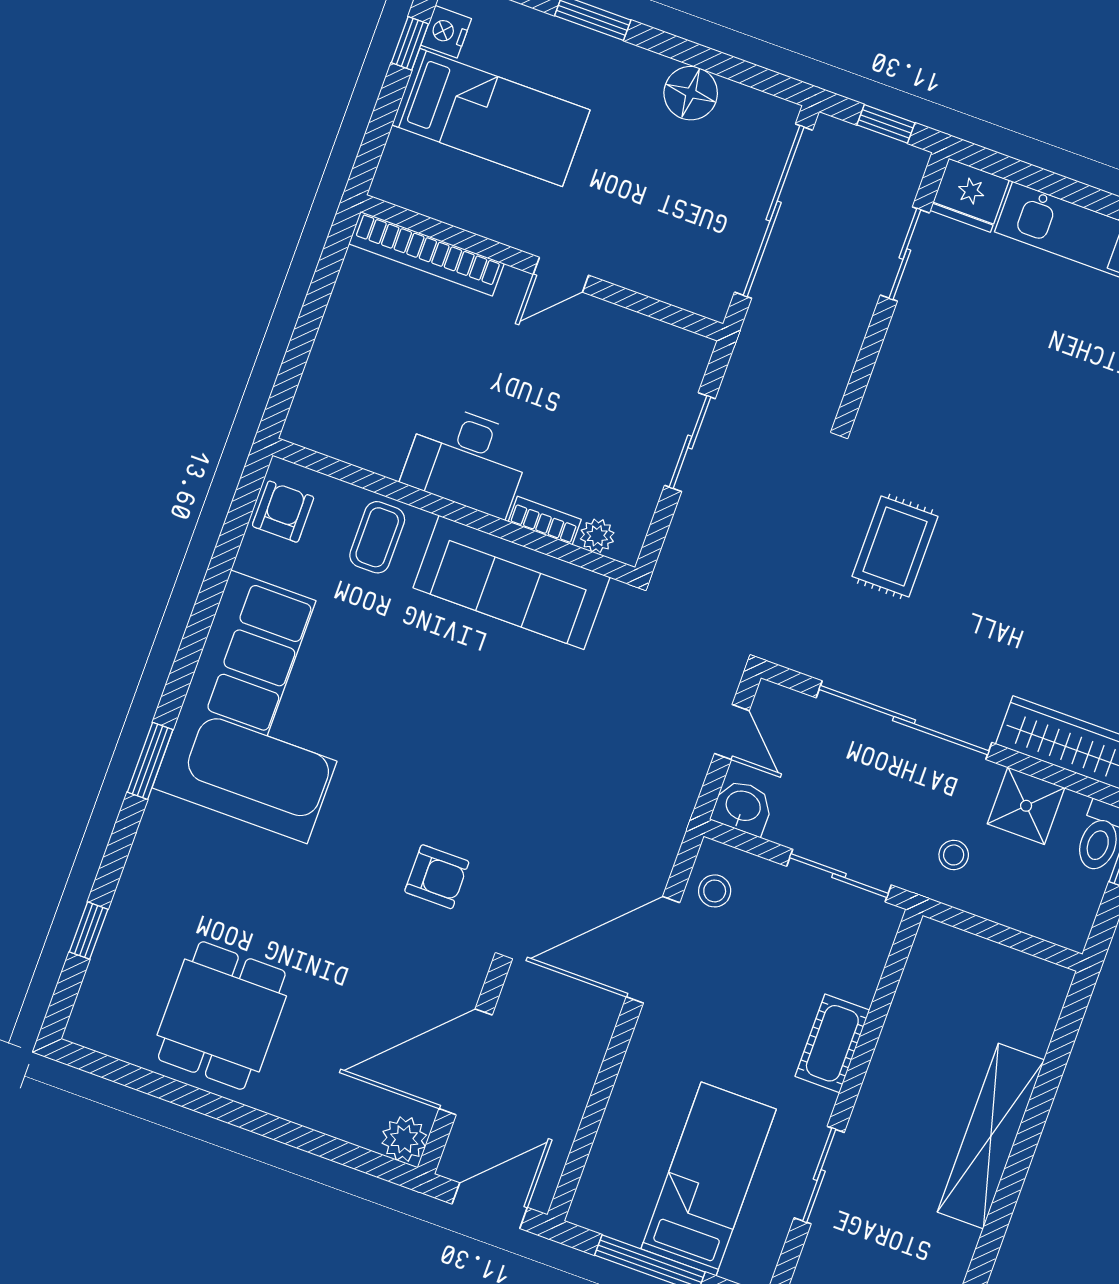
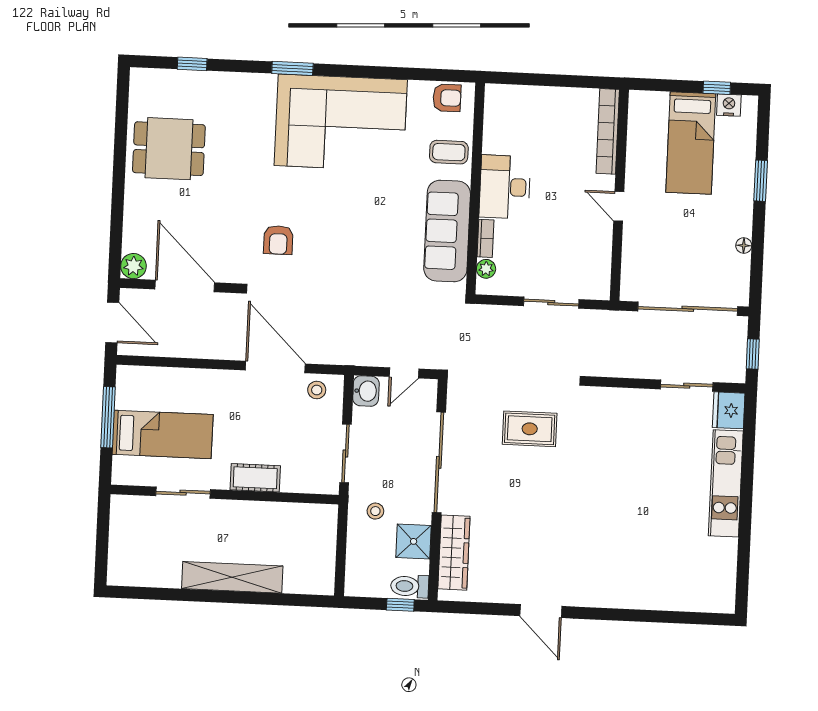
floor lamp: (691, 93) -> (744, 246), width x0.53, depth x0.53

